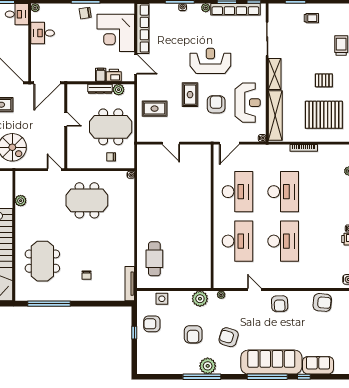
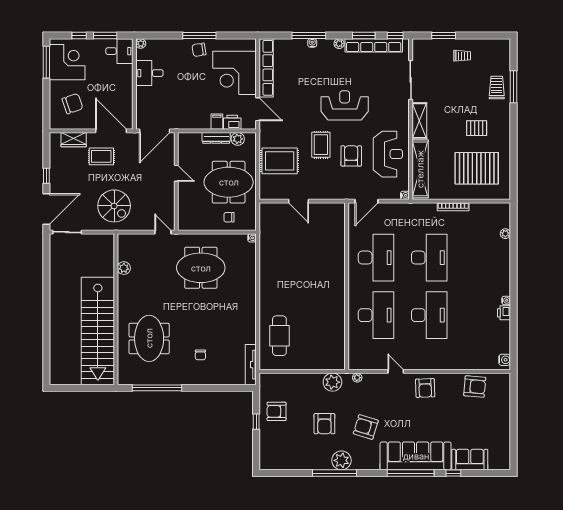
rug: (155, 109) -> (280, 161), width x1.36, depth x1.43
side table: (162, 299) -> (288, 382), removed

